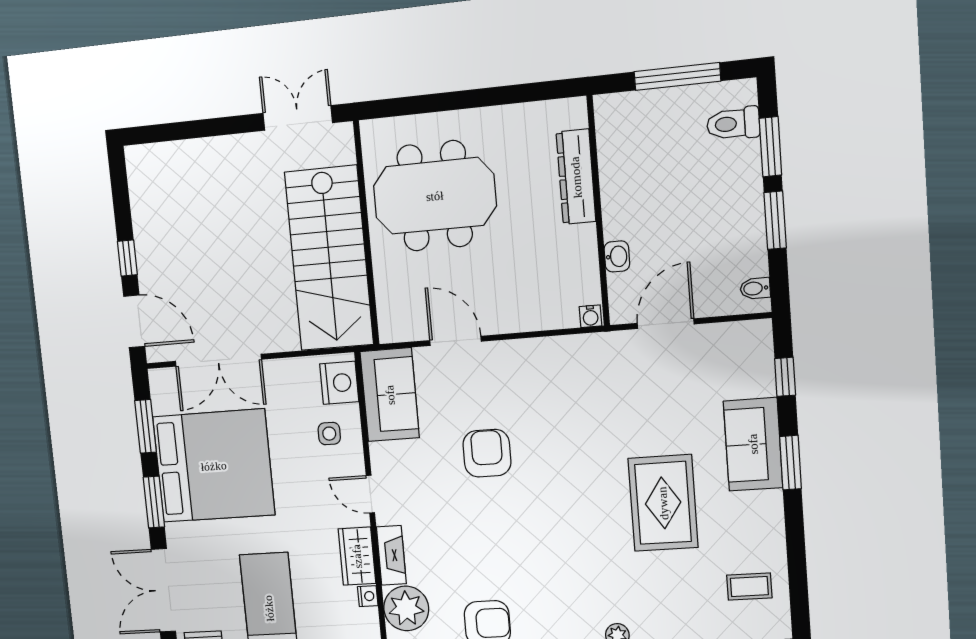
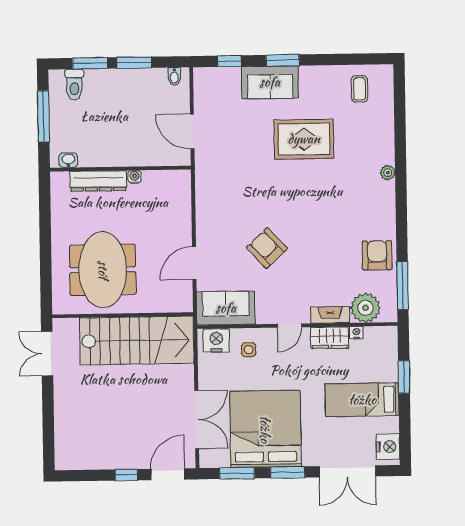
washbasin: (617, 256) -> (68, 160), moved
water cooler: (590, 316) -> (135, 177), moved, turned -90
armchair: (487, 453) -> (267, 248), turned 47

